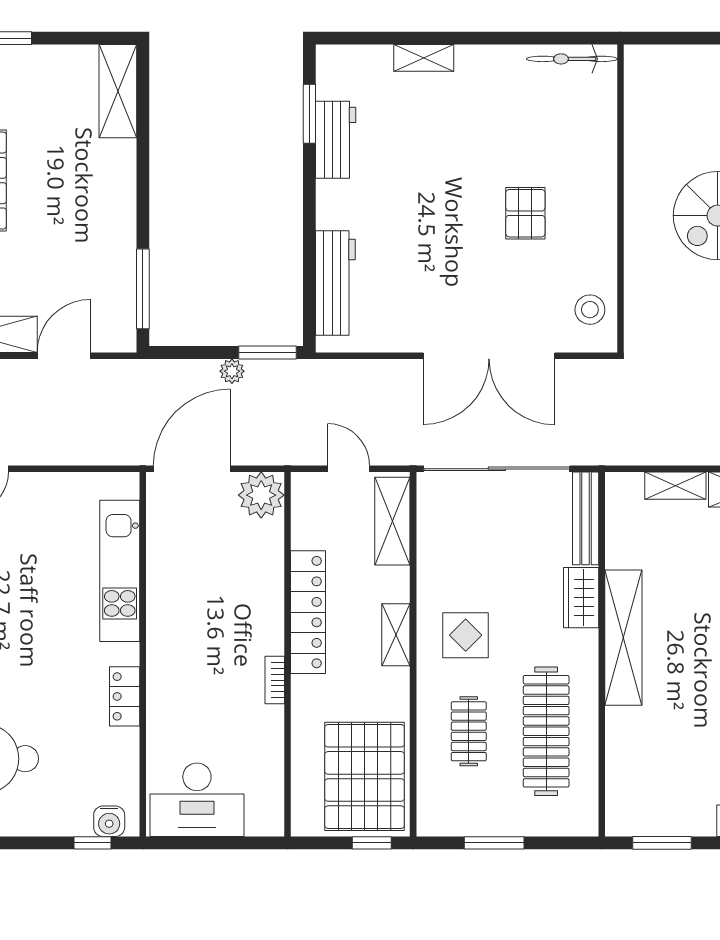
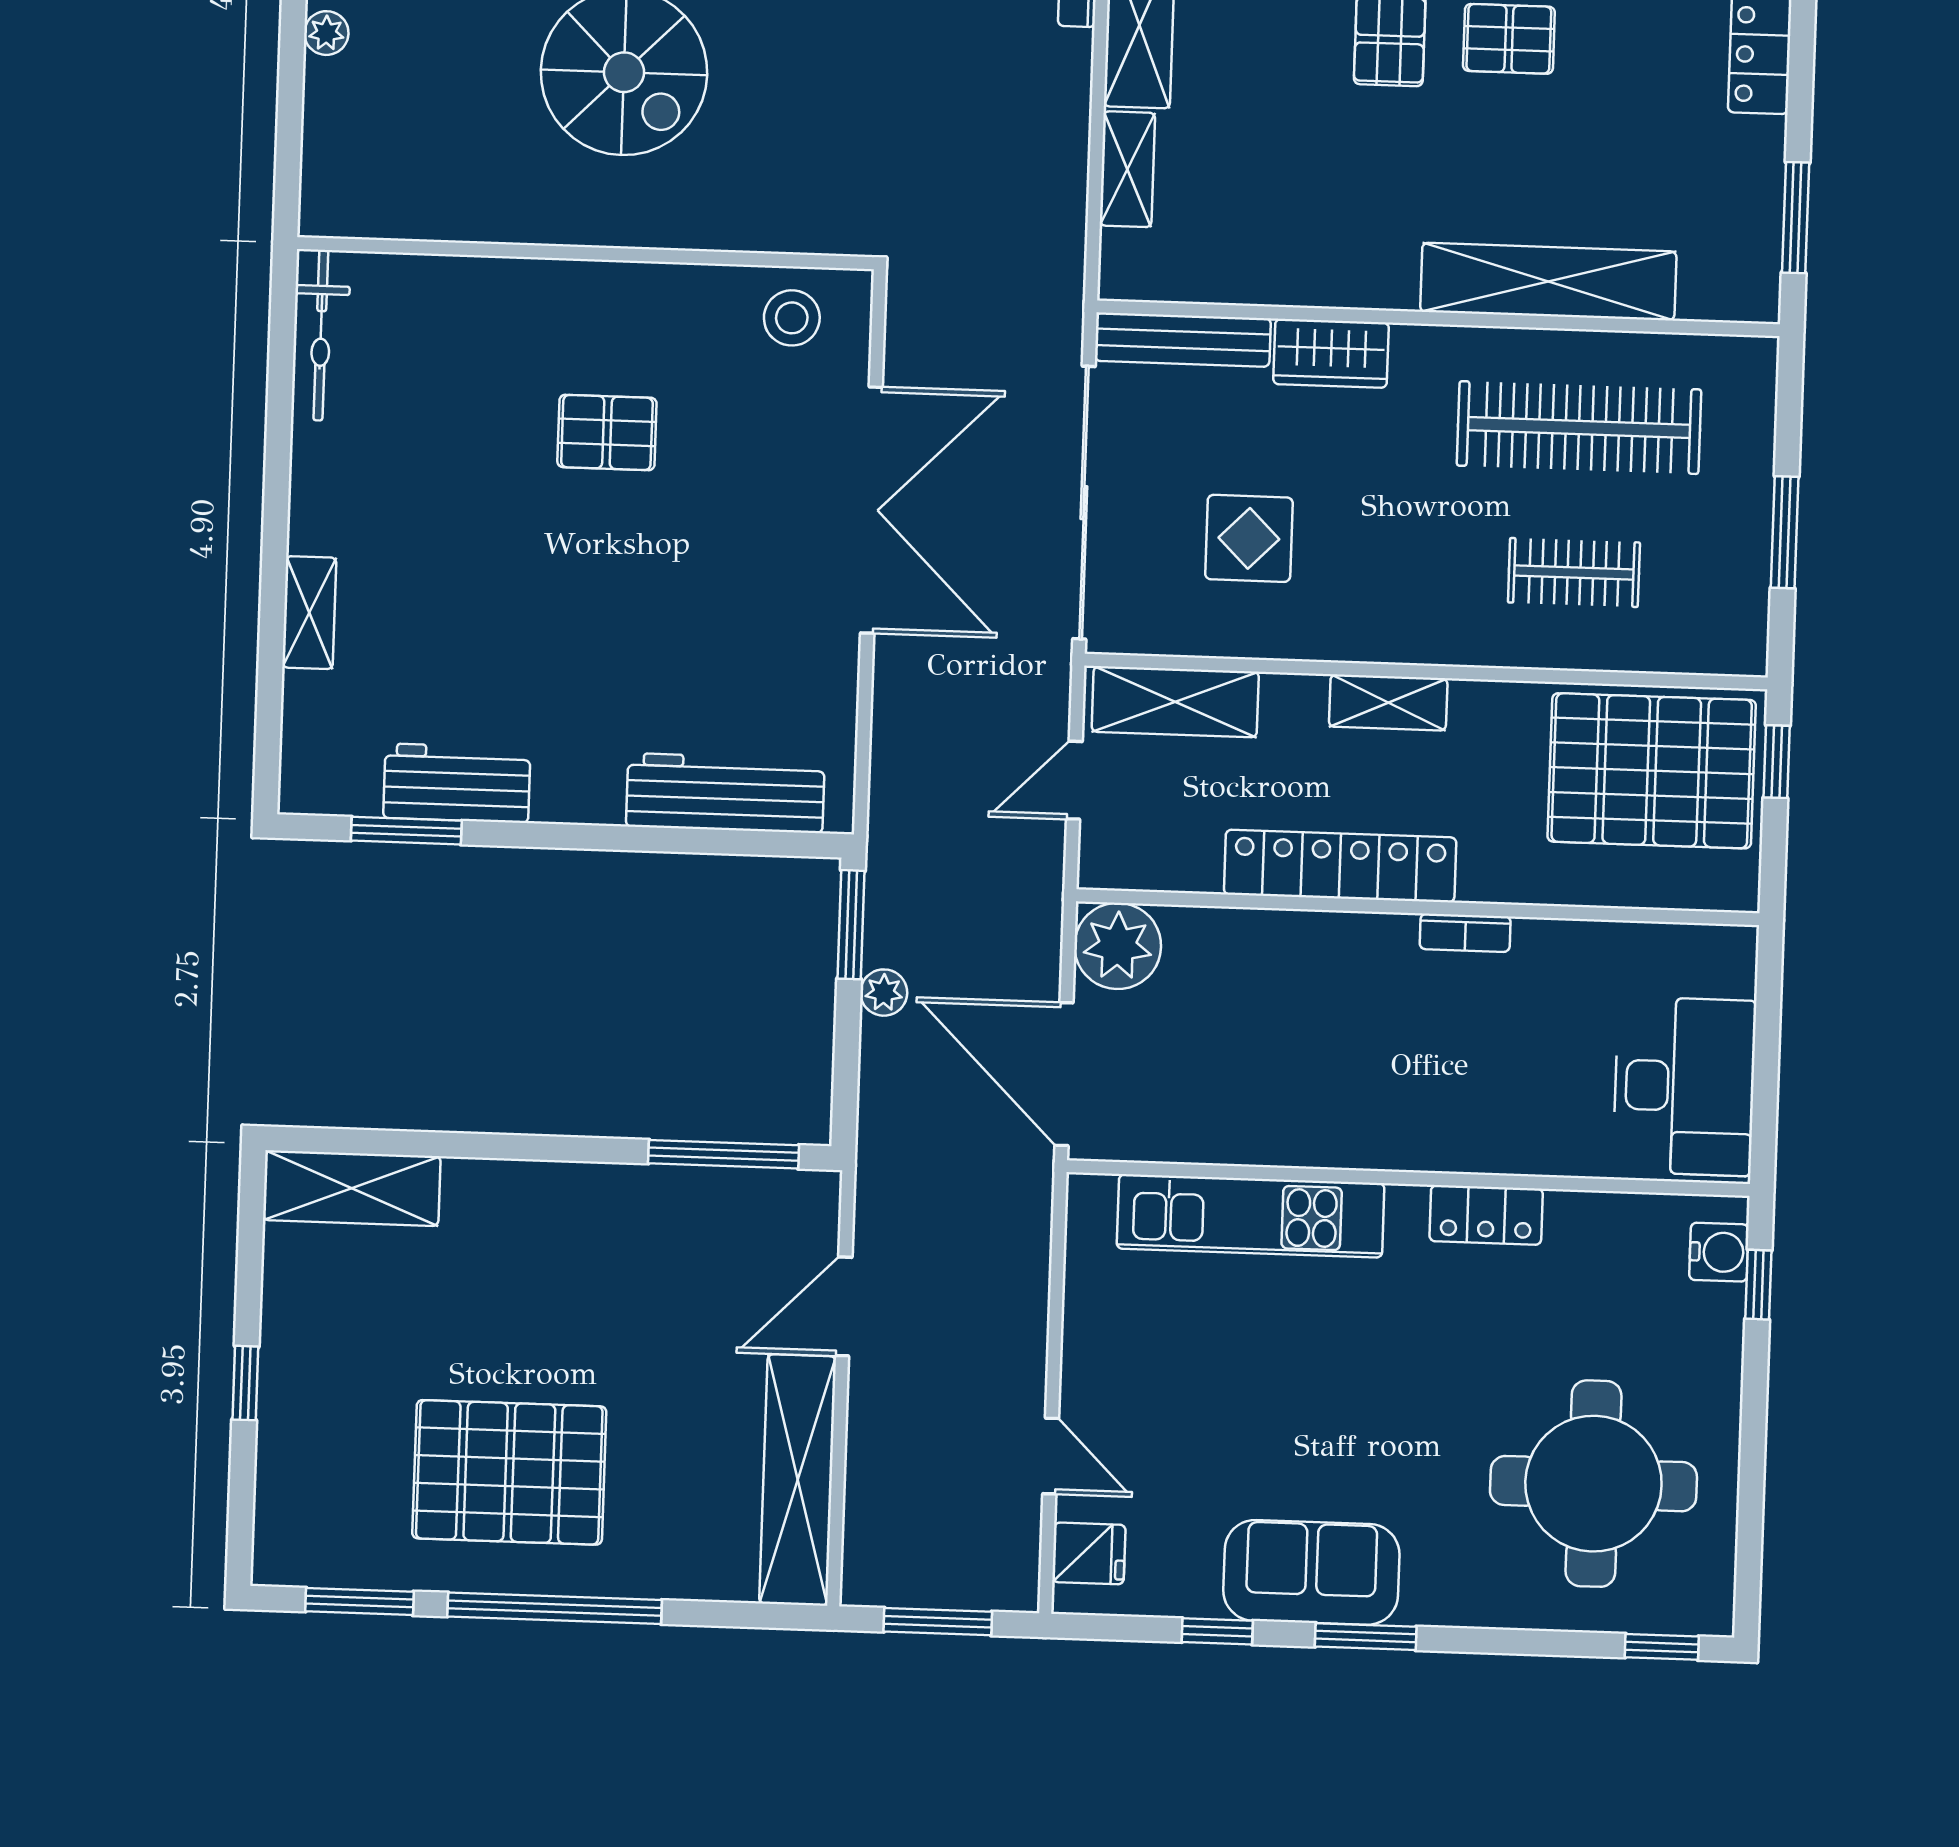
door: (64, 356) -> (844, 1306), hinge flipped
display table: (466, 635) -> (1249, 538), moved
shelving: (623, 638) -> (1548, 282), moved

